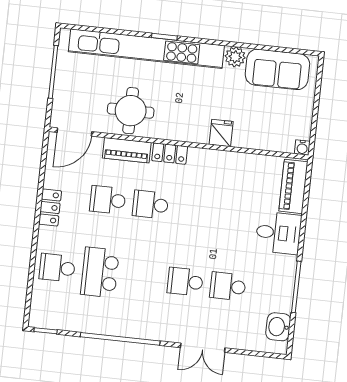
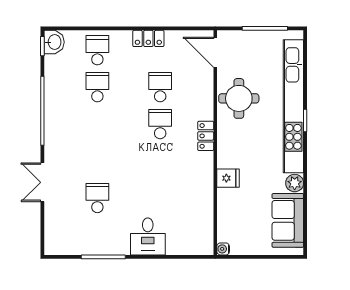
piano: (127, 150) -> (205, 99), removed
piano: (293, 186) -> (189, 245), removed
school desk: (100, 272) -> (97, 87), width x0.54
school desk: (185, 282) -> (97, 161), removed
washbasin: (278, 327) -> (54, 42), moved, turned 90

